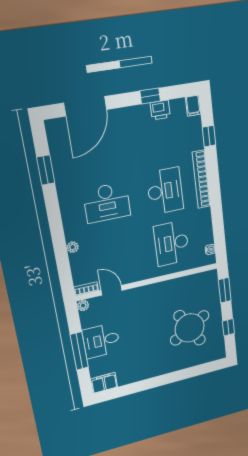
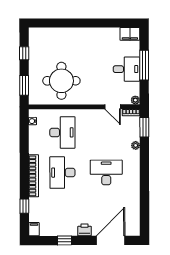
printer: (160, 110) -> (84, 230), moved
window: (46, 170) -> (144, 127), moved
round table: (190, 328) -> (61, 81), moved, turned 30

